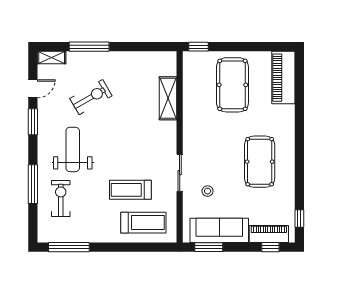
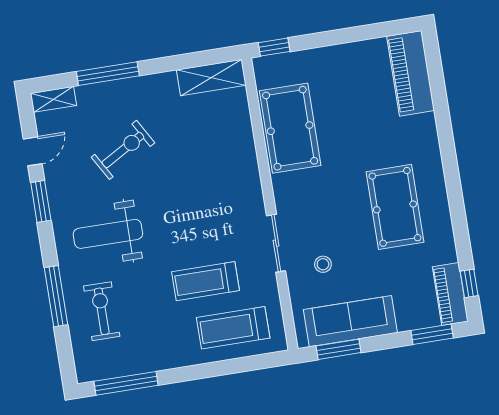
pool table: (232, 85) -> (290, 128), moved
shelving: (168, 98) -> (211, 78), moved, turned 90
weight bench: (73, 149) -> (108, 234), turned -90
treadmill: (143, 223) -> (233, 328), turned 180
piano: (269, 234) -> (450, 294), moved, turned -90
window: (270, 247) -> (432, 334), width x1.50

